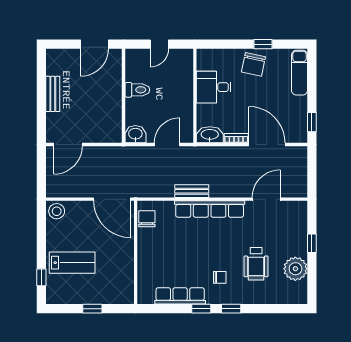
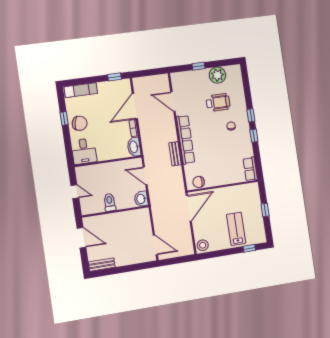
desk: (214, 87) -> (84, 151), moved
bench: (53, 94) -> (102, 265), moved
row of seats: (180, 296) -> (250, 169), moved, width x0.68

